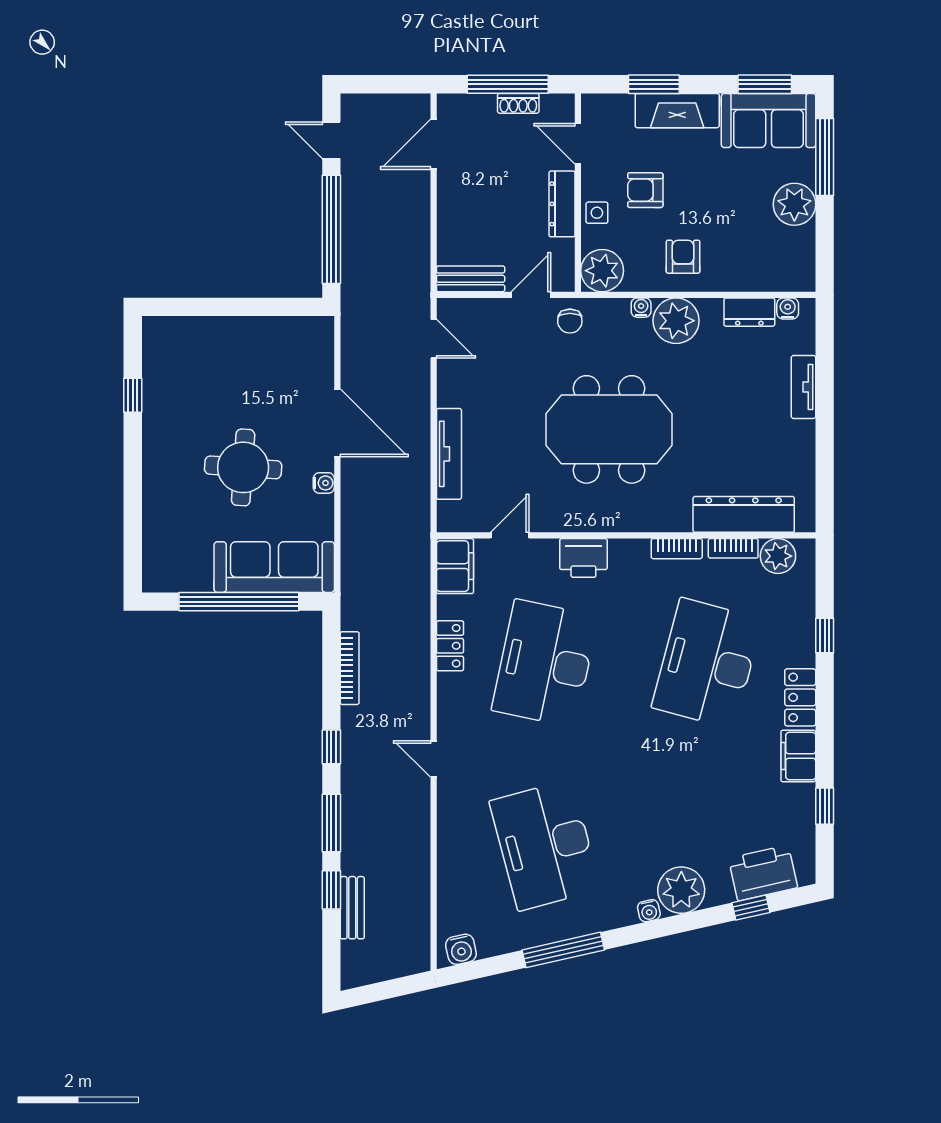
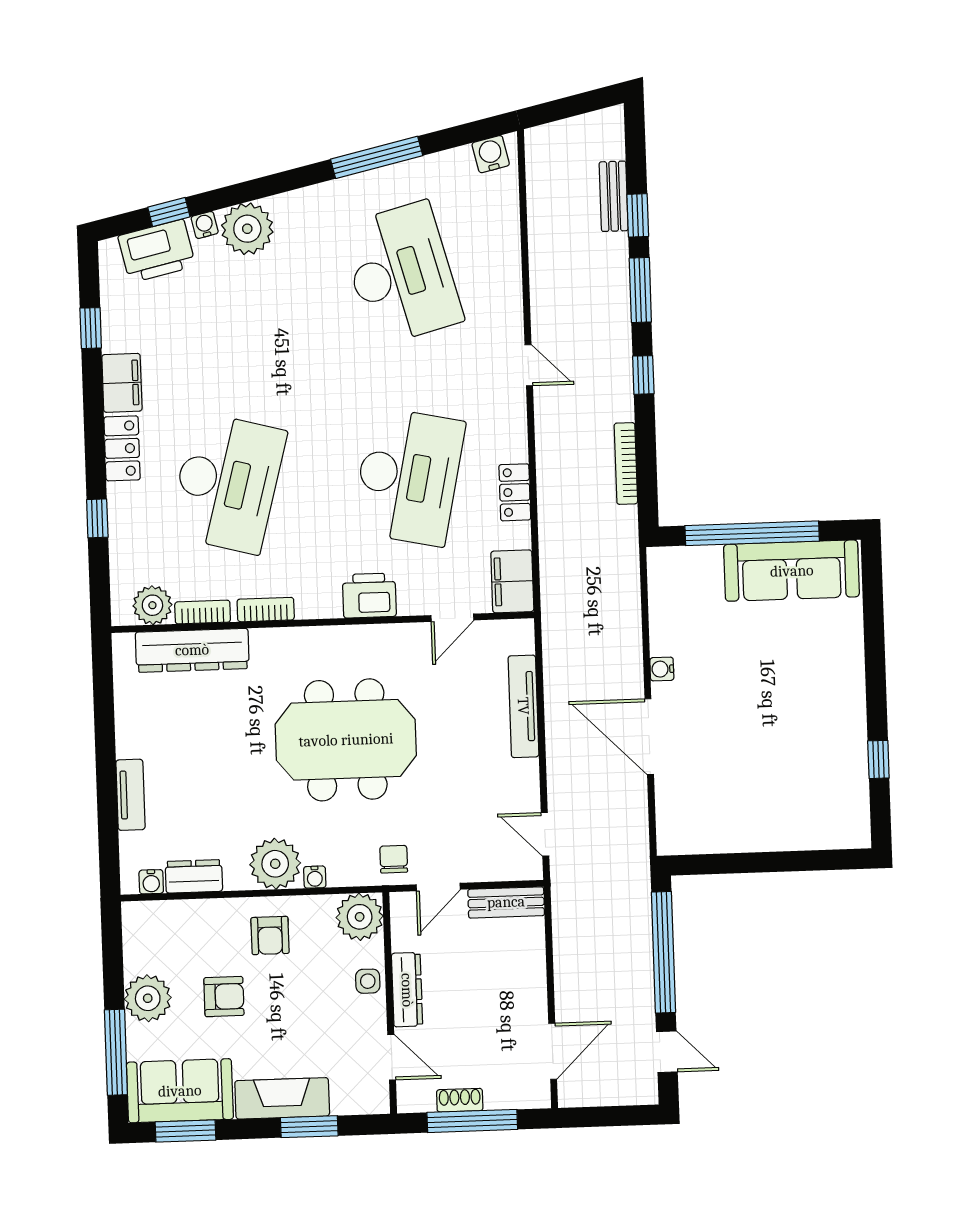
armchair: (645, 190) -> (224, 997), moved
round table: (243, 467) -> (753, 683), removed
sofa: (274, 567) -> (792, 571), moved
water cooler: (649, 911) -> (205, 225), moved

